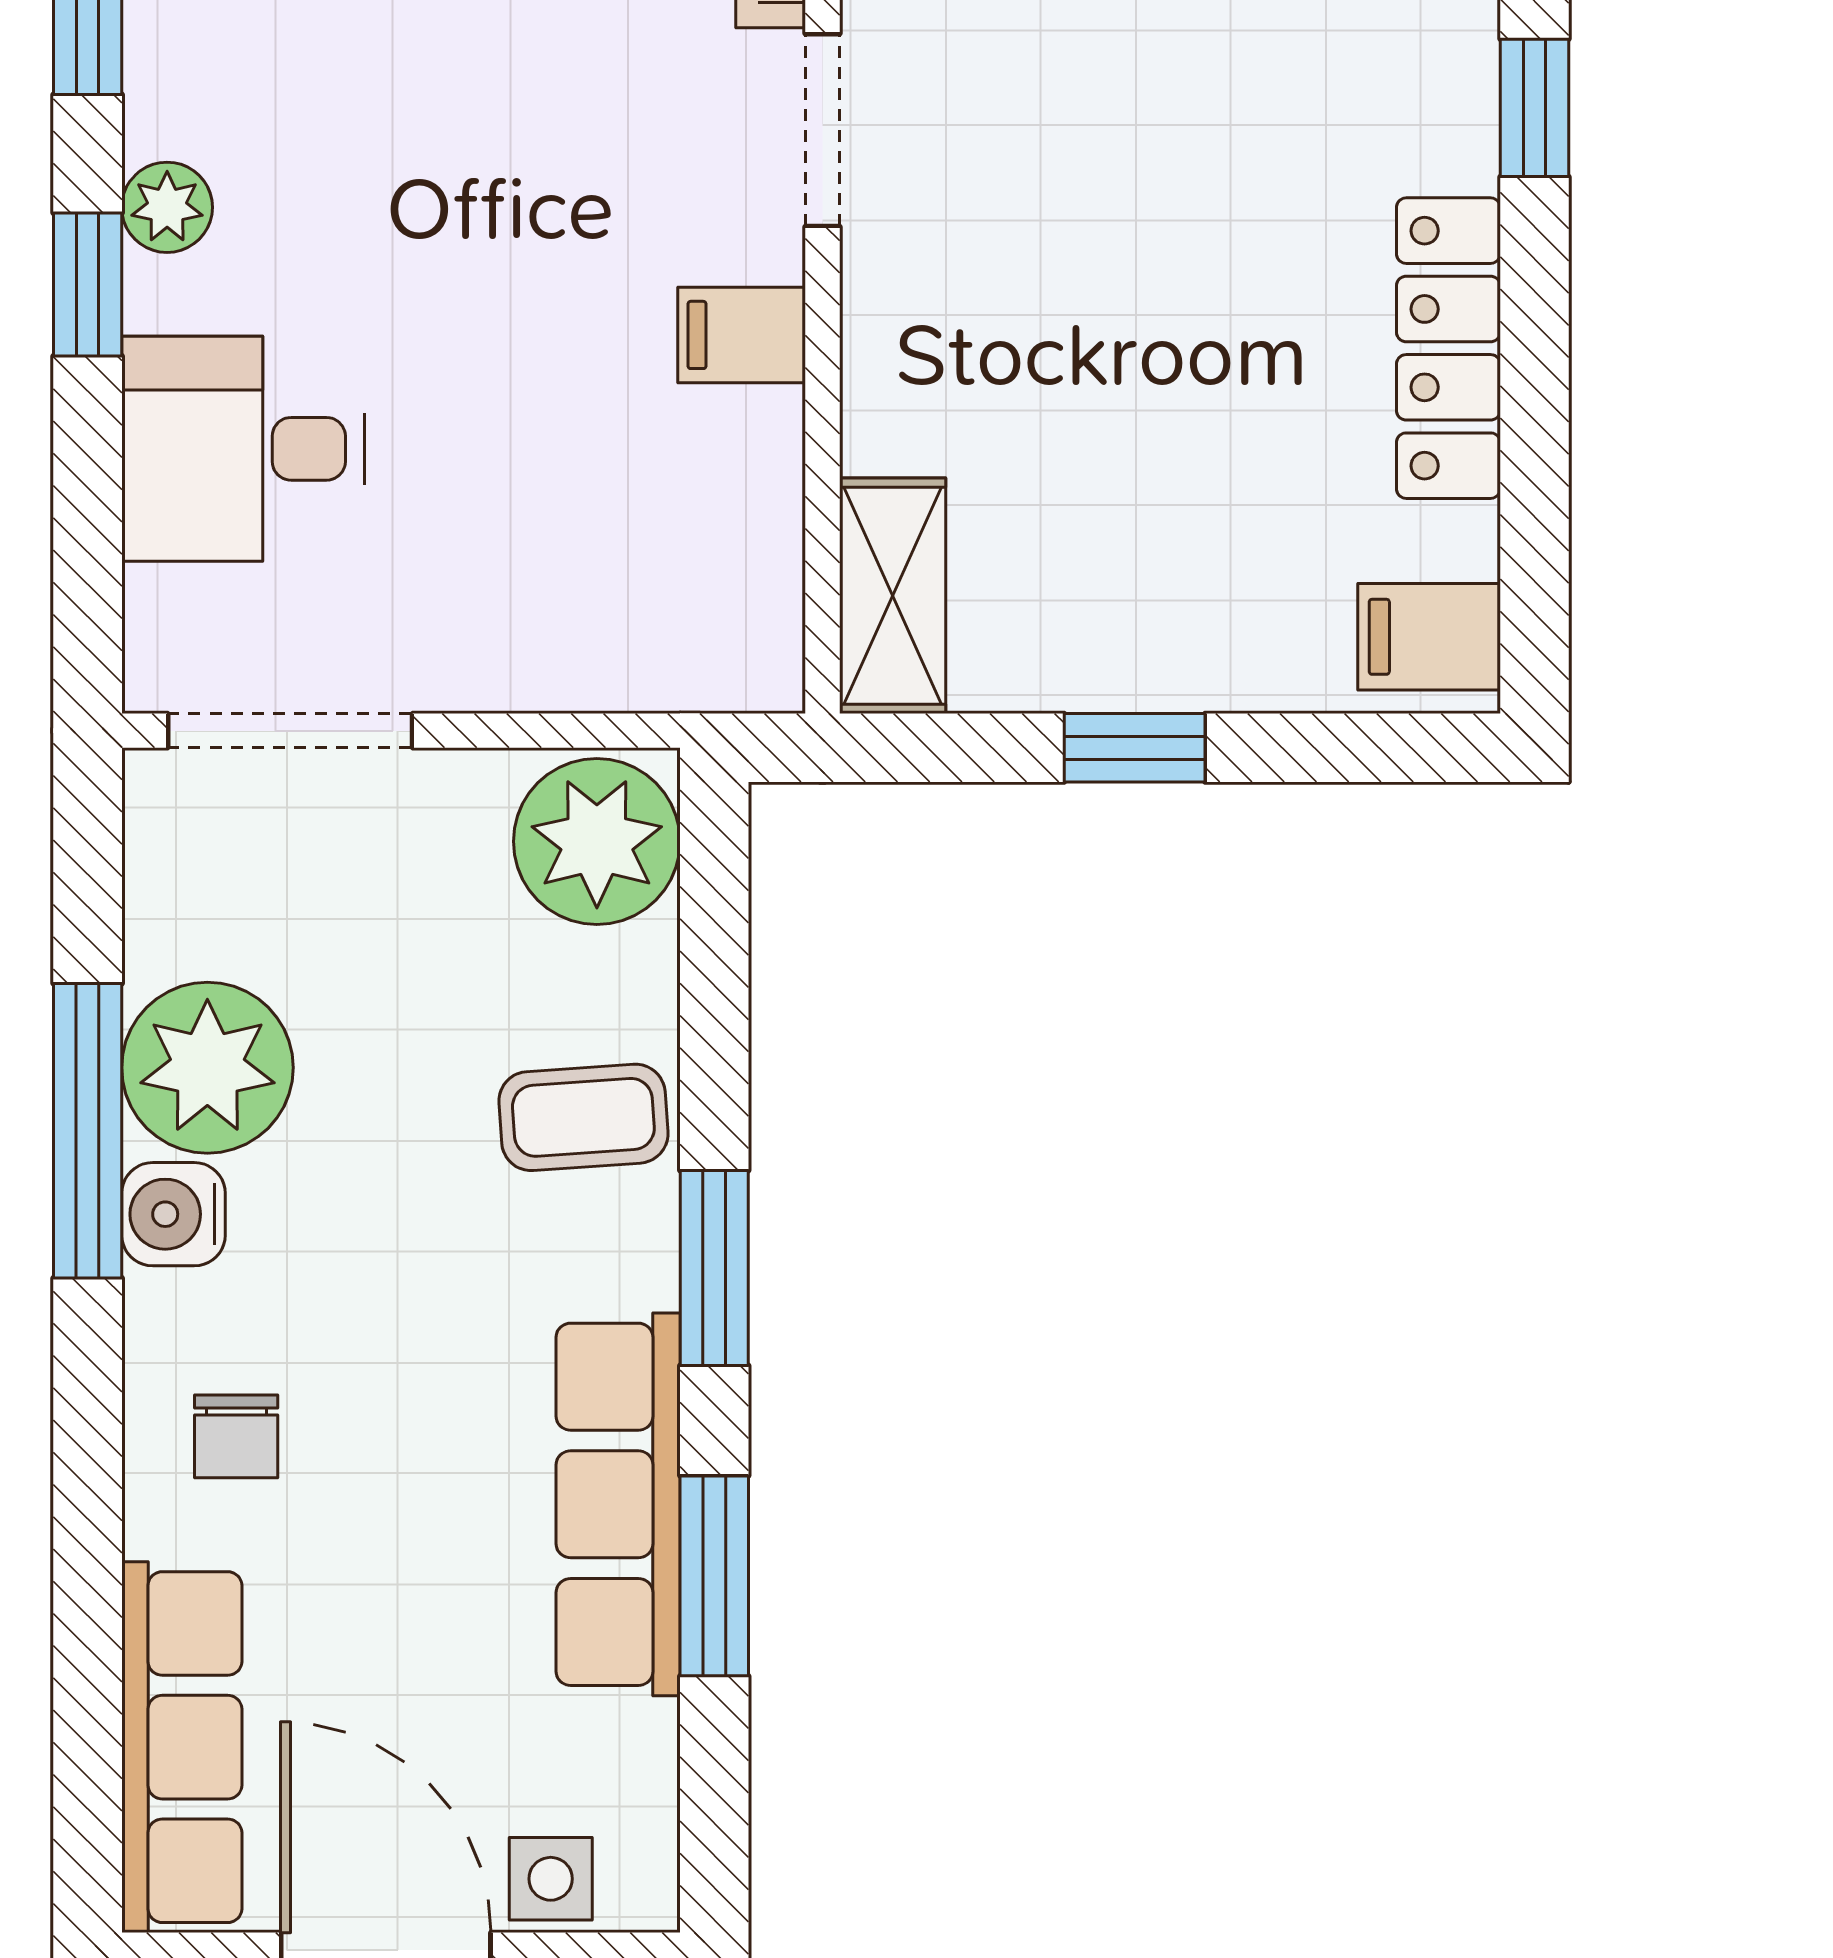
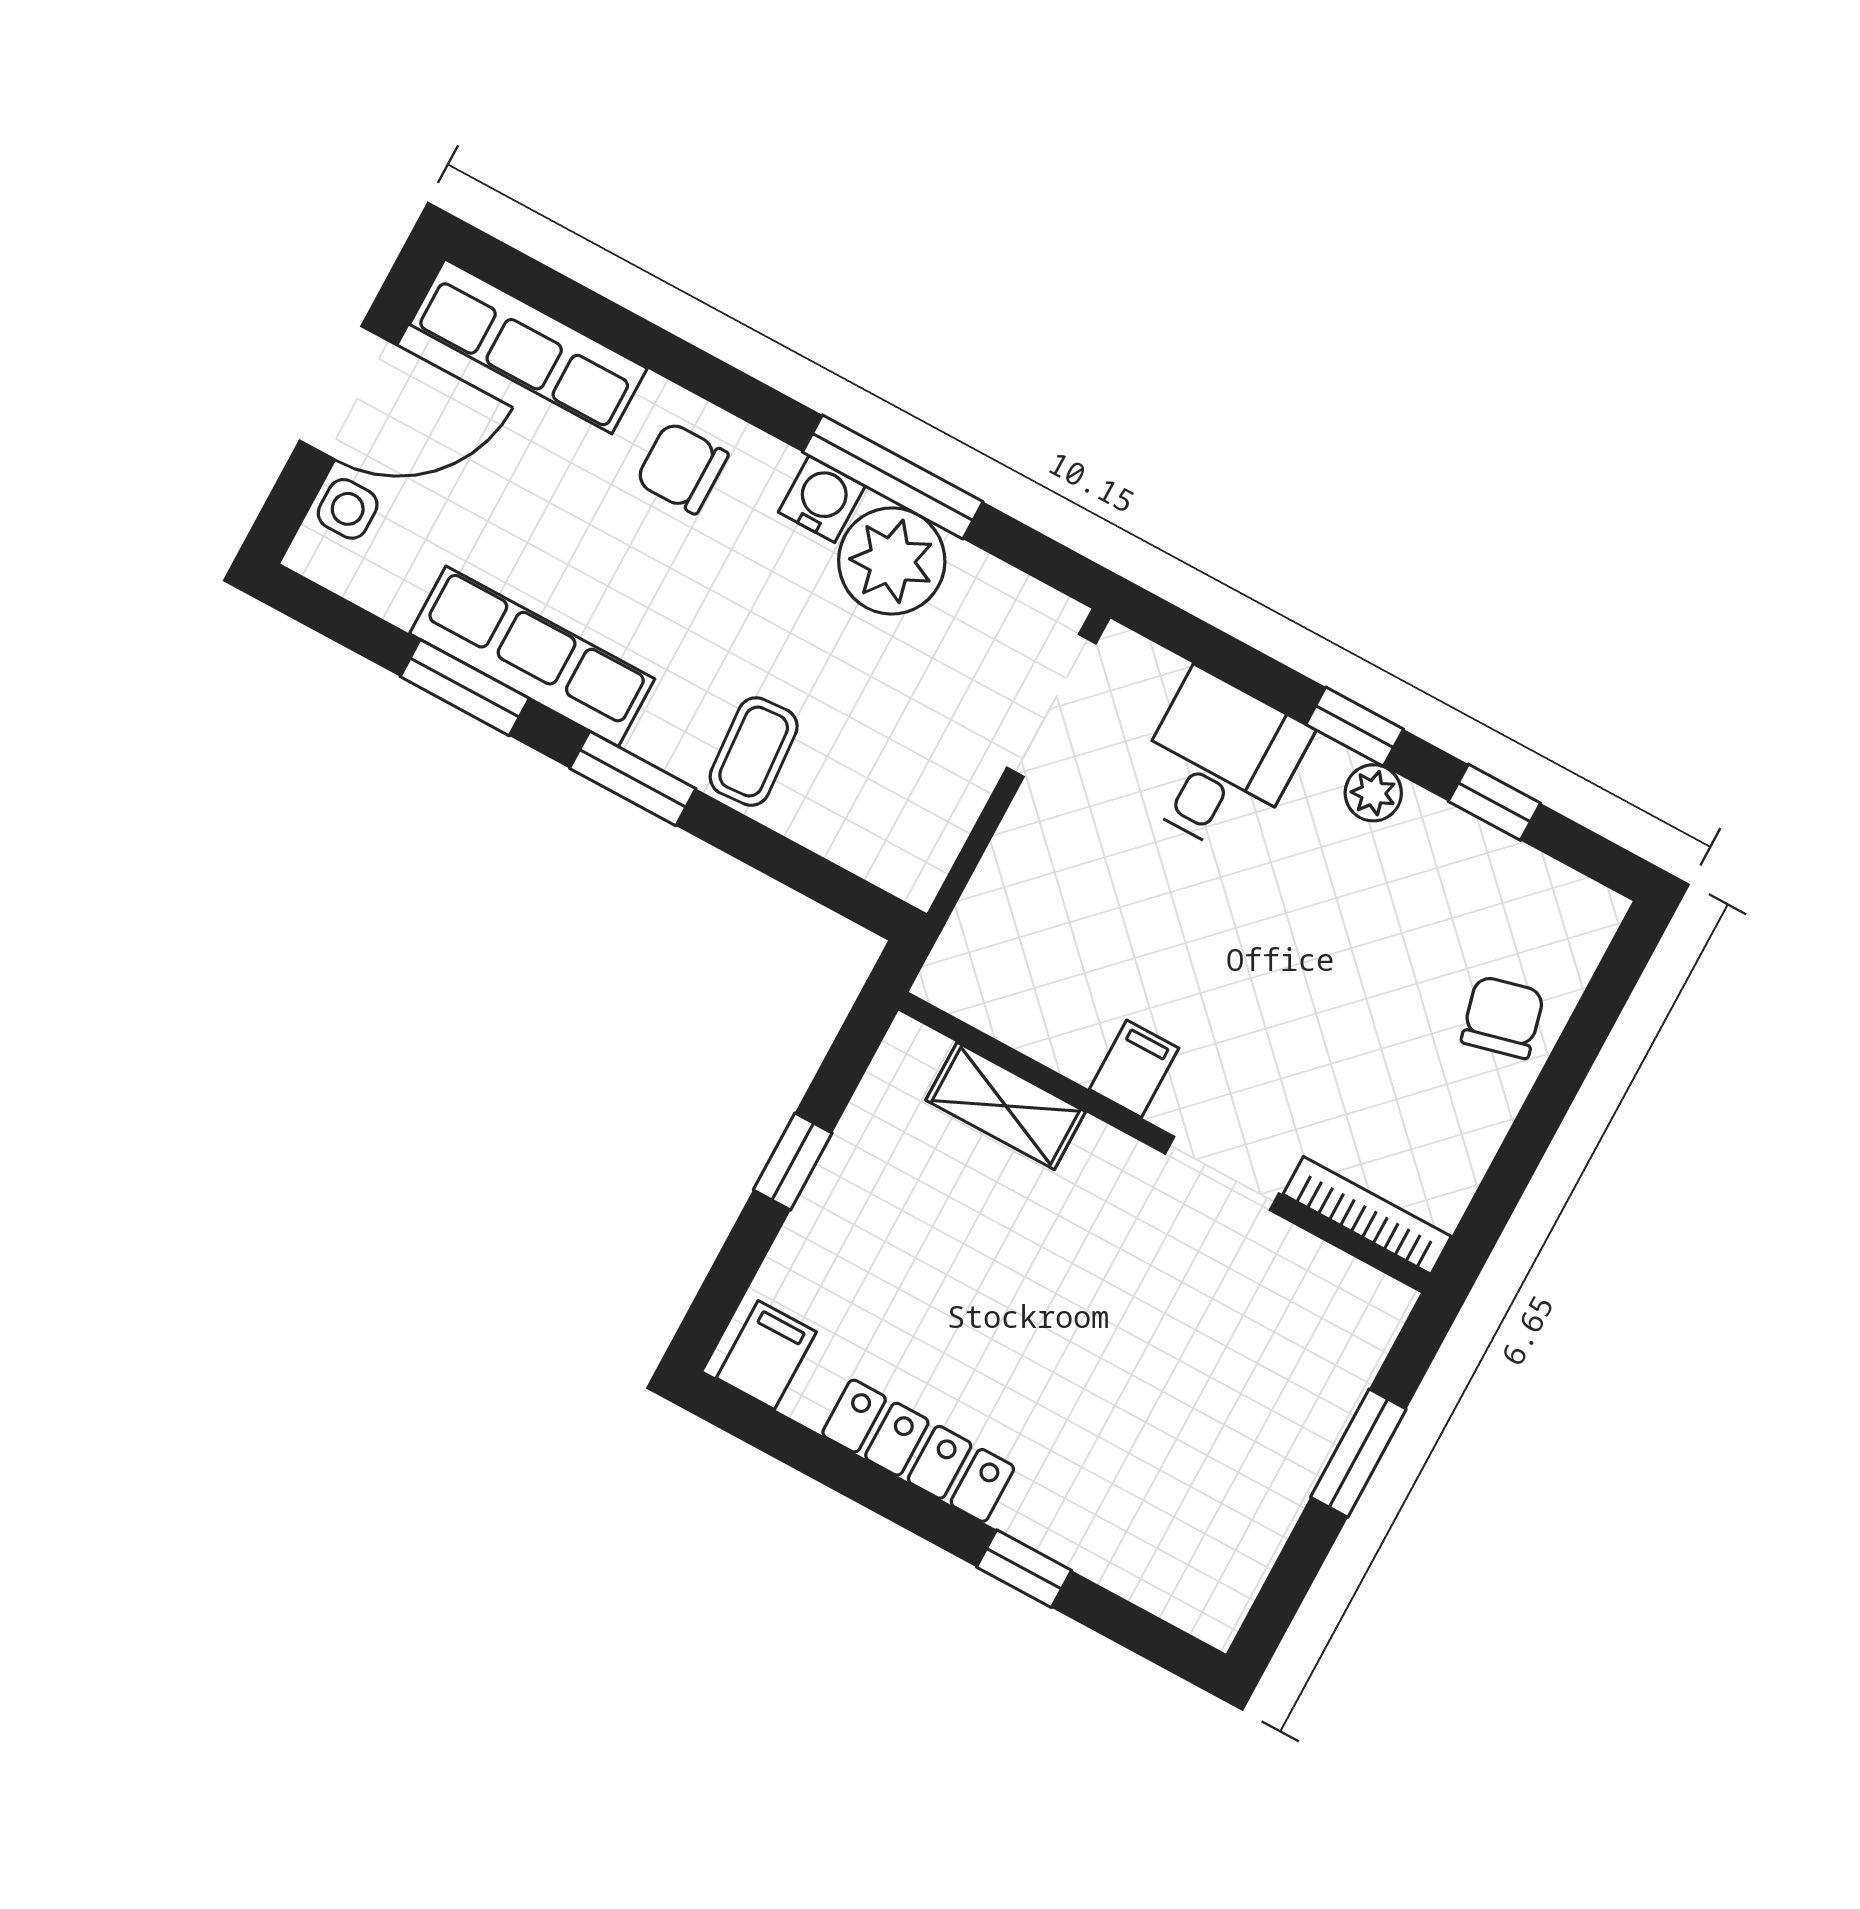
shelving: (893, 596) -> (1006, 1106), moved
plant: (597, 841) -> (900, 840), removed
chair: (236, 1436) -> (682, 468), width x1.37, depth x1.37

